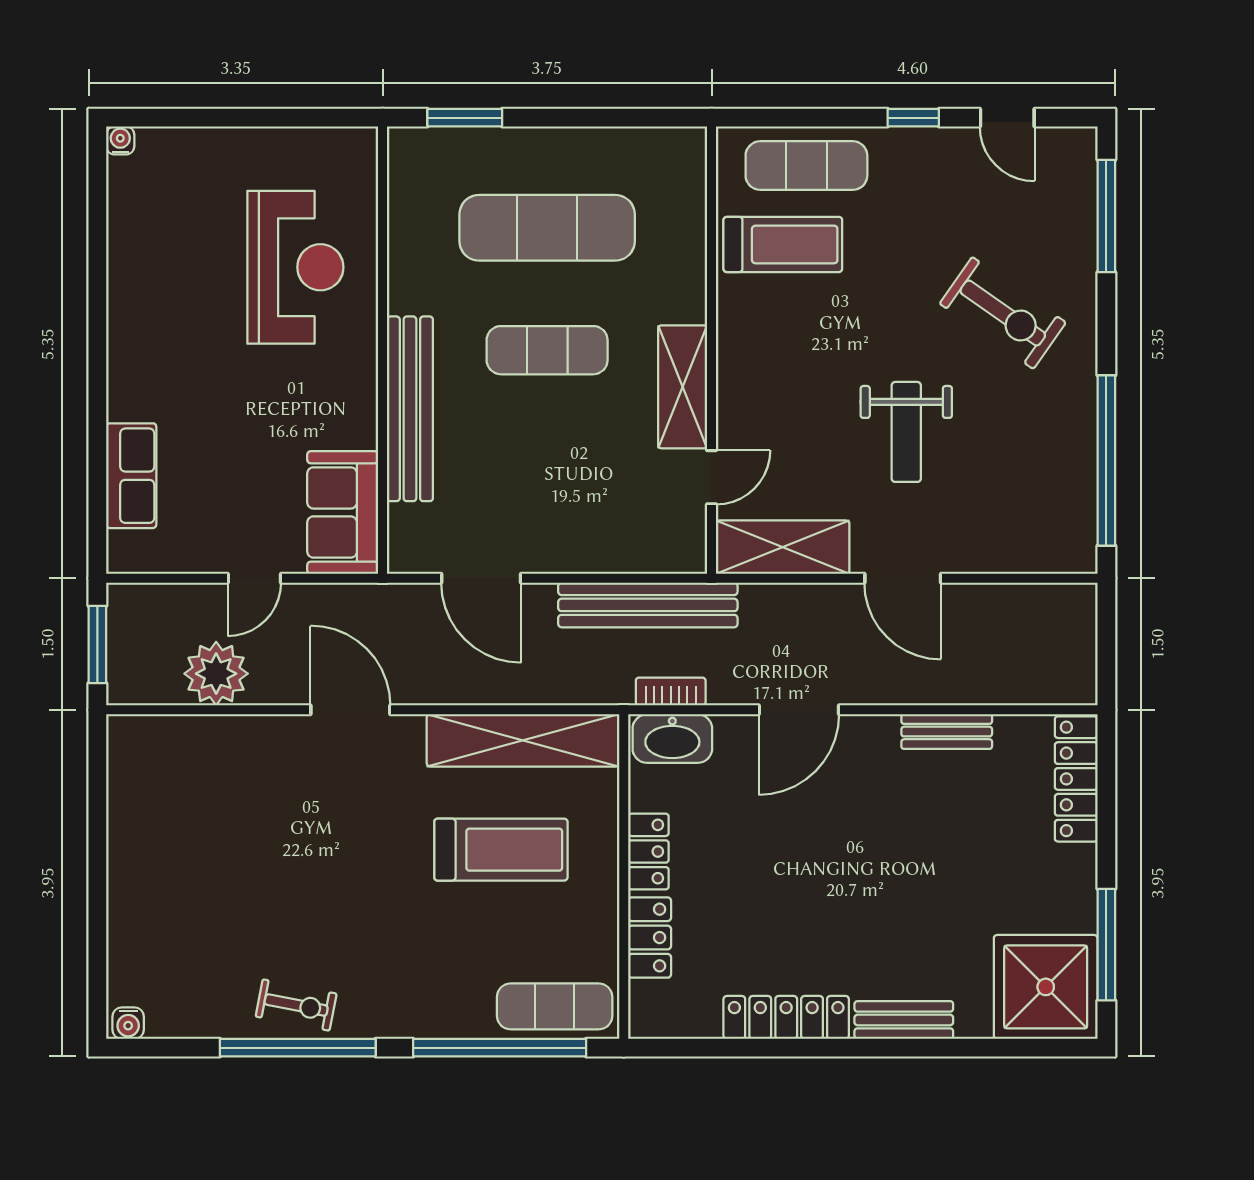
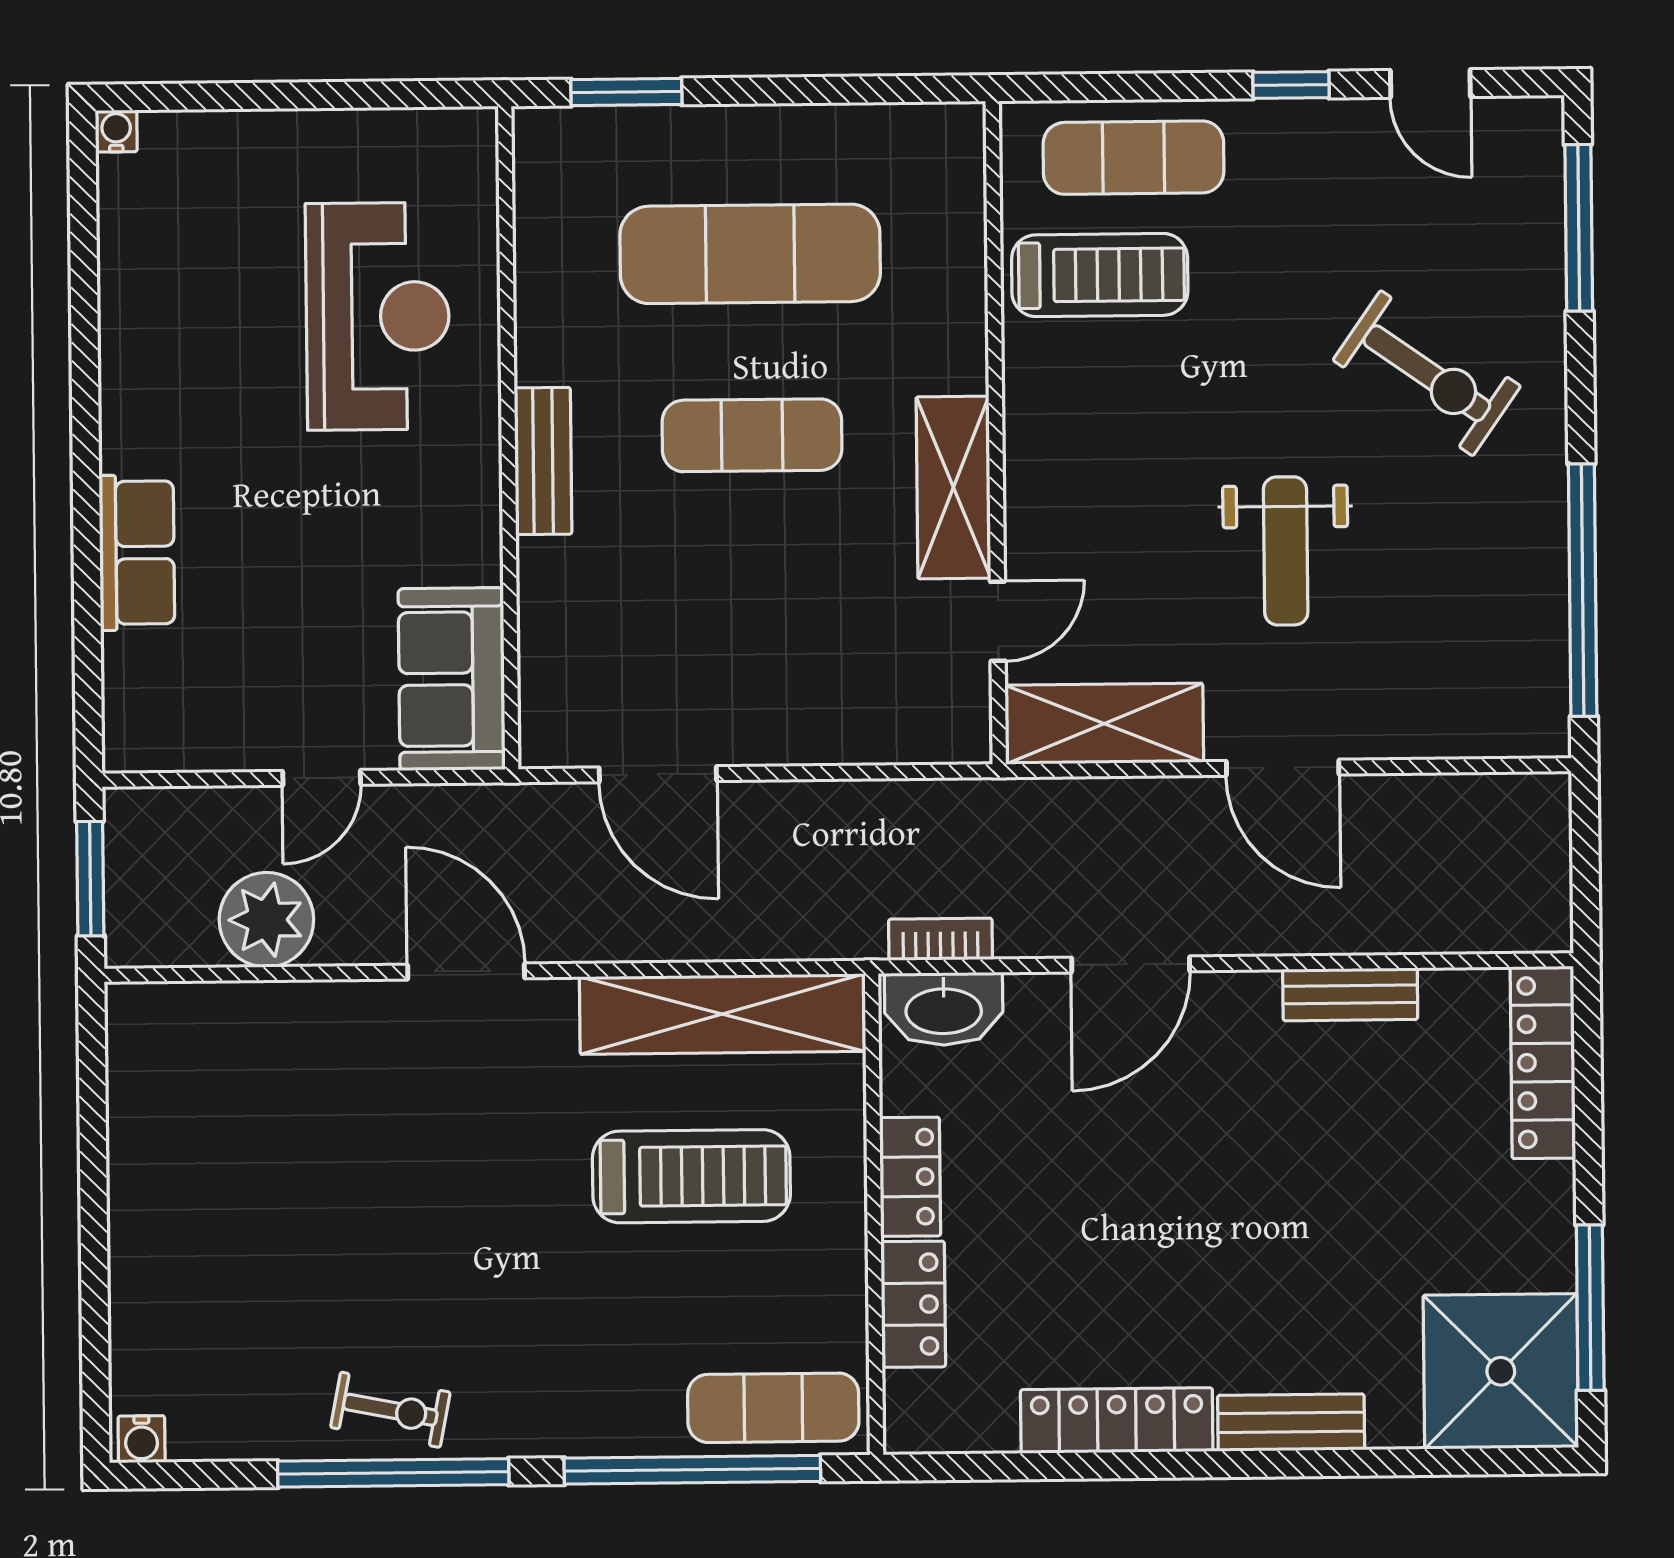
bench: (410, 409) -> (543, 461), width x0.54, depth x0.82
row of seats: (131, 476) -> (137, 553), moved
bench: (648, 605) -> (905, 811), removed

